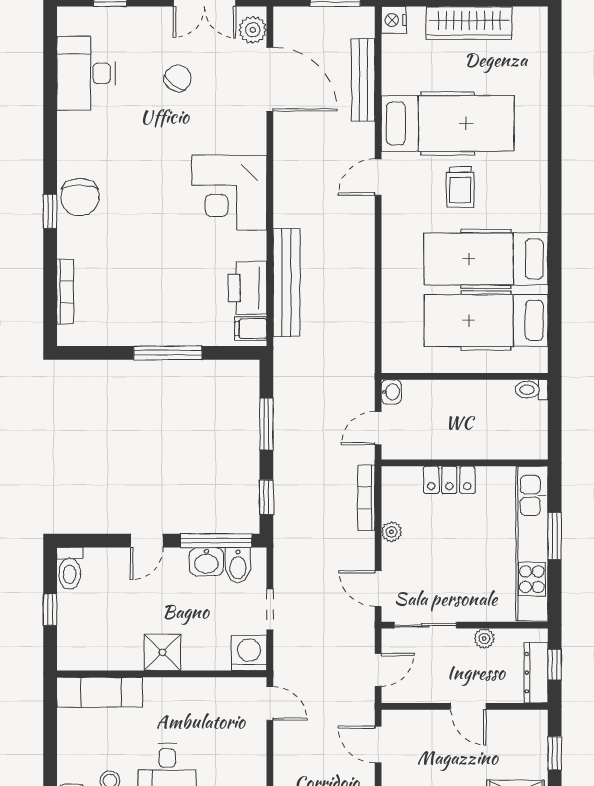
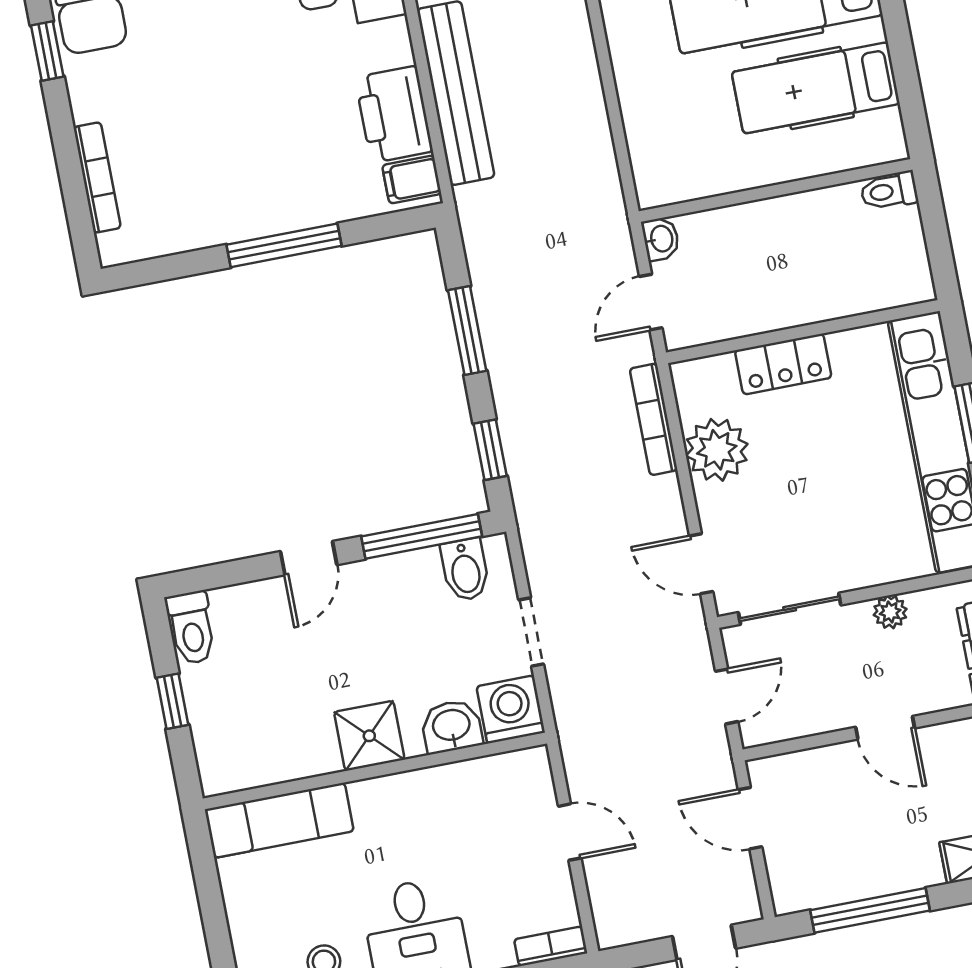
hospital bed: (486, 320) -> (816, 88), width x0.73, depth x0.78
plant: (391, 532) -> (717, 450), width x1.87, depth x1.87
washbasin: (206, 562) -> (452, 726), moved, turned 180
door: (270, 703) -> (570, 832), moved

